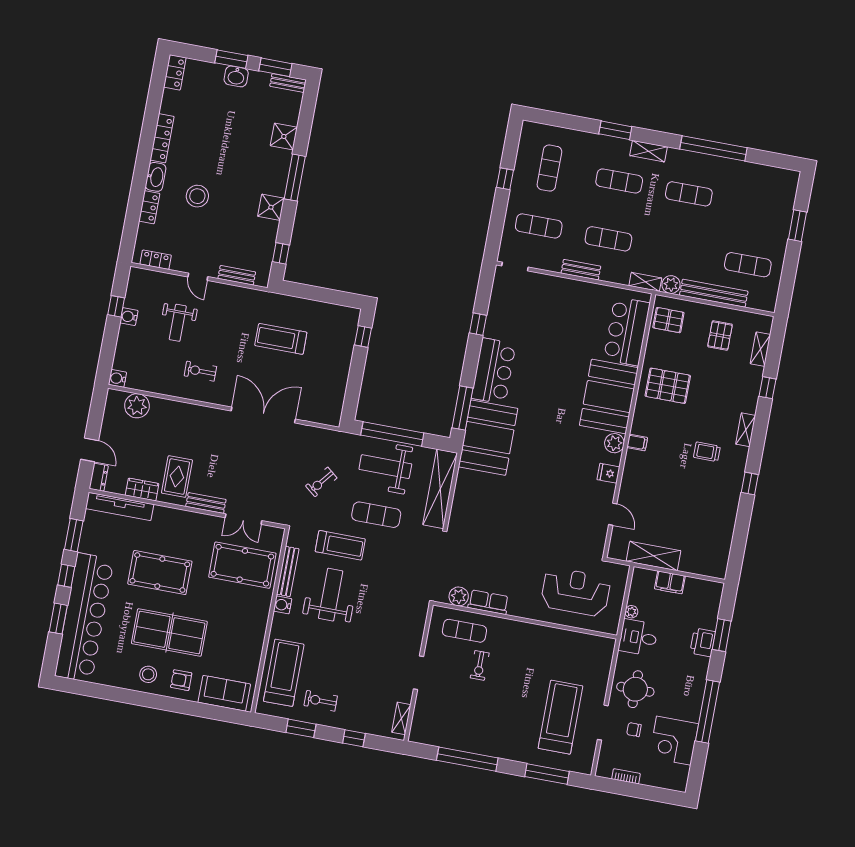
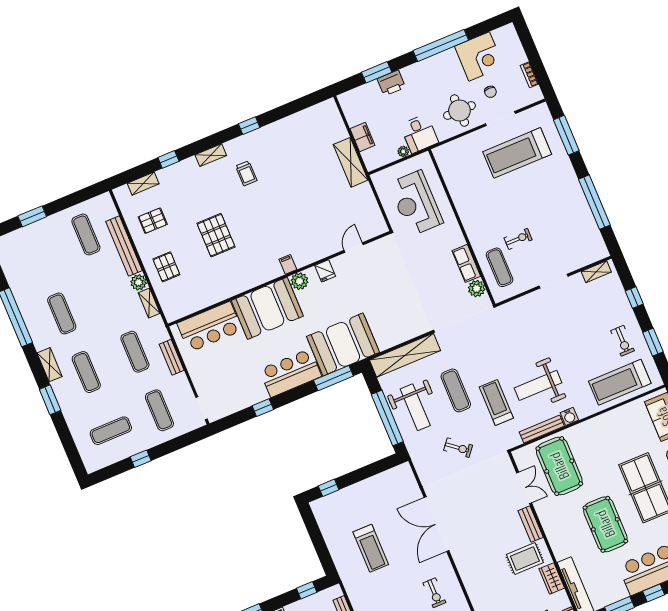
bar counter: (627, 331) -> (210, 327), moved
booth: (609, 397) -> (267, 308), moved
wall: (629, 426) -> (279, 279), moved
filing cabinet: (637, 442) -> (288, 264), moved
plant: (614, 443) -> (300, 281), moved
fridge: (608, 473) -> (325, 271), moved
door: (613, 514) -> (354, 248), moved

